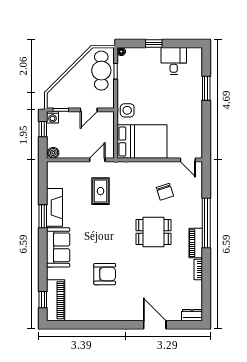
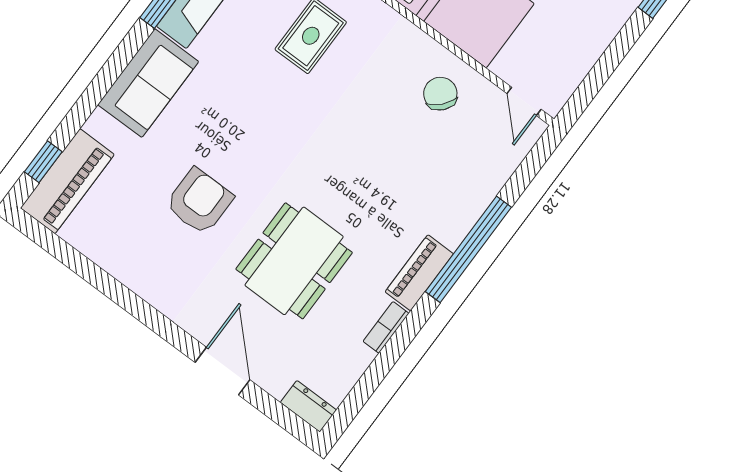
chair: (165, 192) -> (440, 94), moved, turned 150
dining table: (153, 232) -> (294, 261), moved, width x1.38
armchair: (105, 274) -> (199, 201), turned -90

